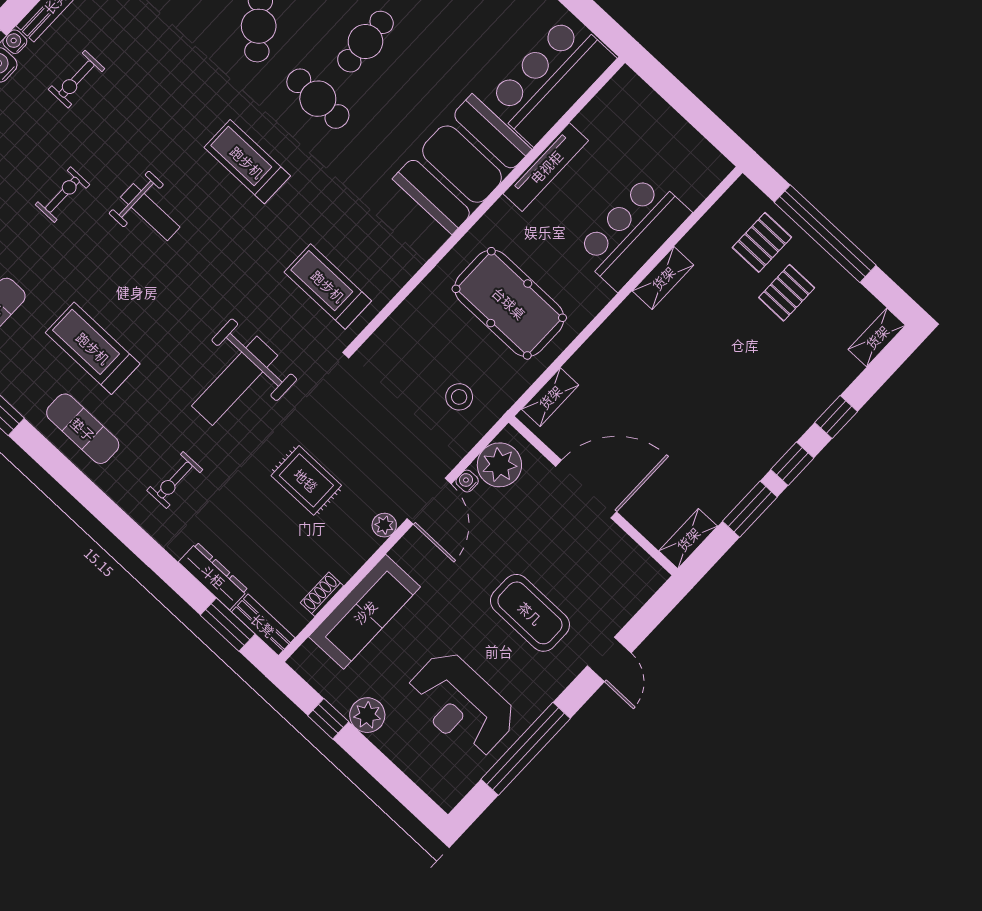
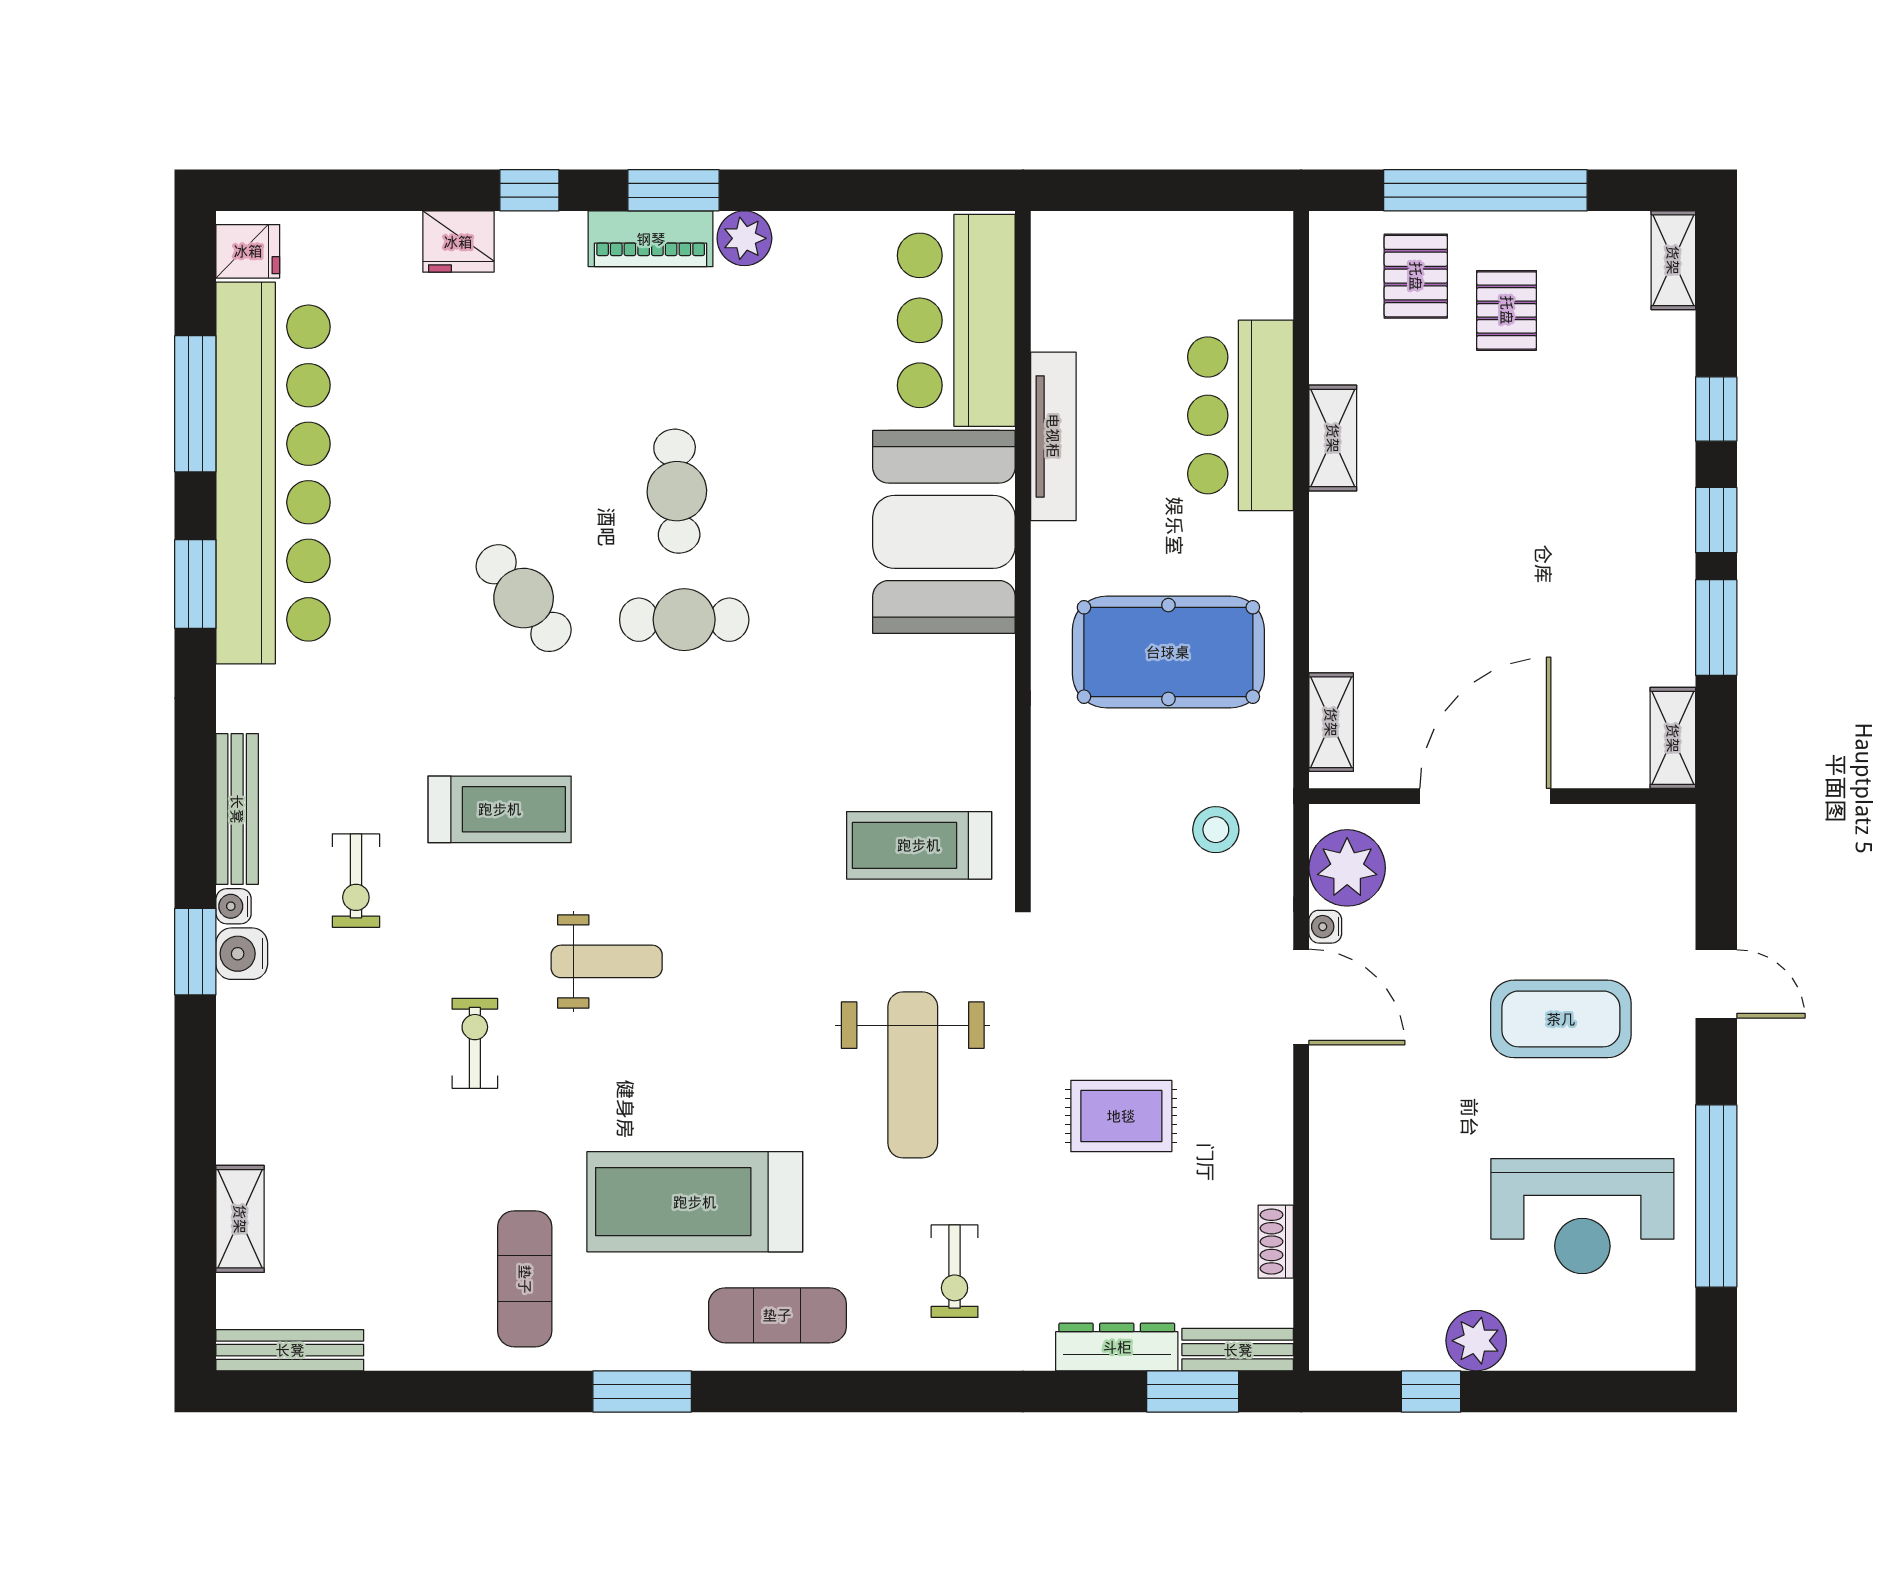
treadmill: (247, 162) -> (500, 809), moved, turned 180
treadmill: (93, 348) -> (695, 1202), width x1.37, depth x1.38
plant: (384, 525) -> (1273, 1080), removed
sofa: (365, 612) -> (1350, 1213), removed

